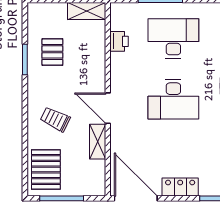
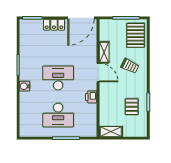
printer: (119, 41) -> (91, 97), moved
door: (136, 198) -> (81, 18), hinge flipped

